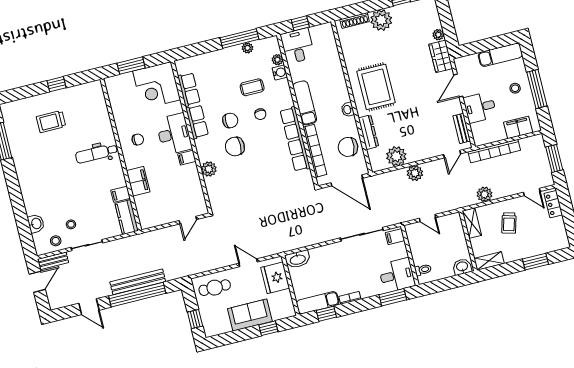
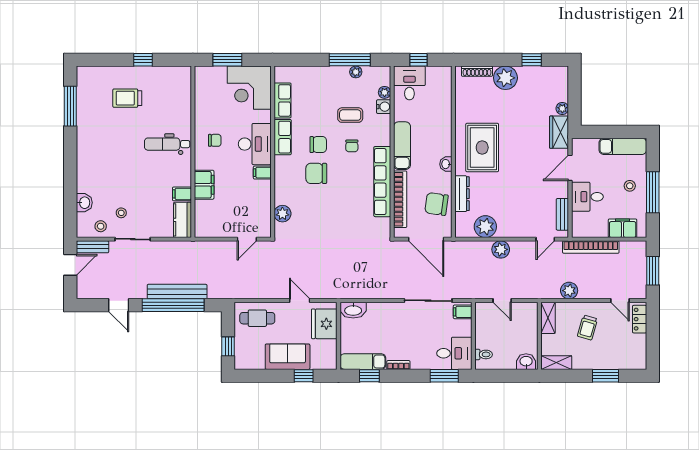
plant: (209, 169) -> (282, 214), moved

